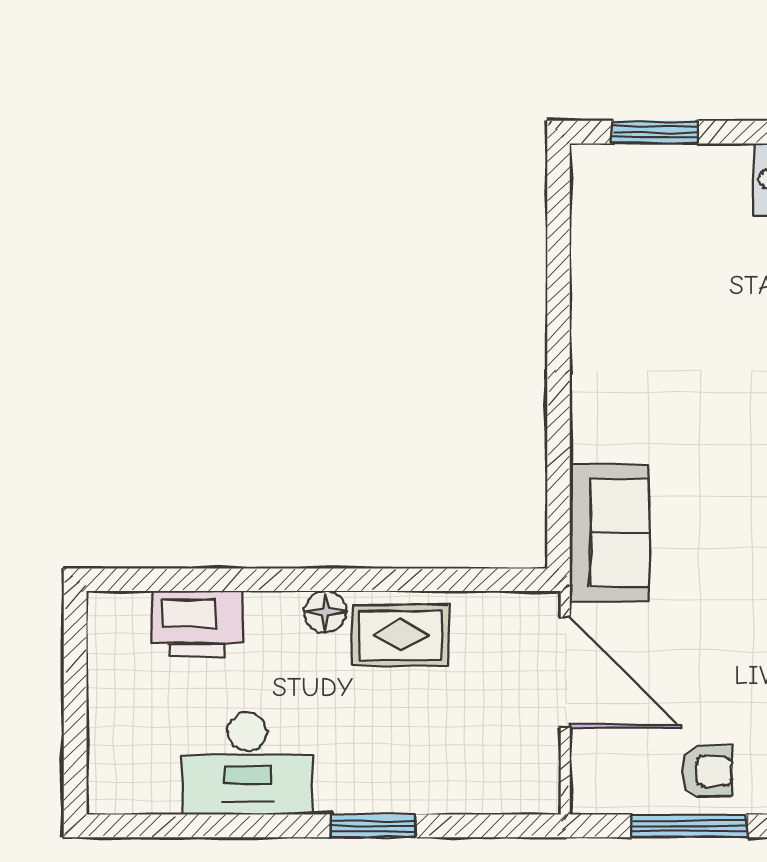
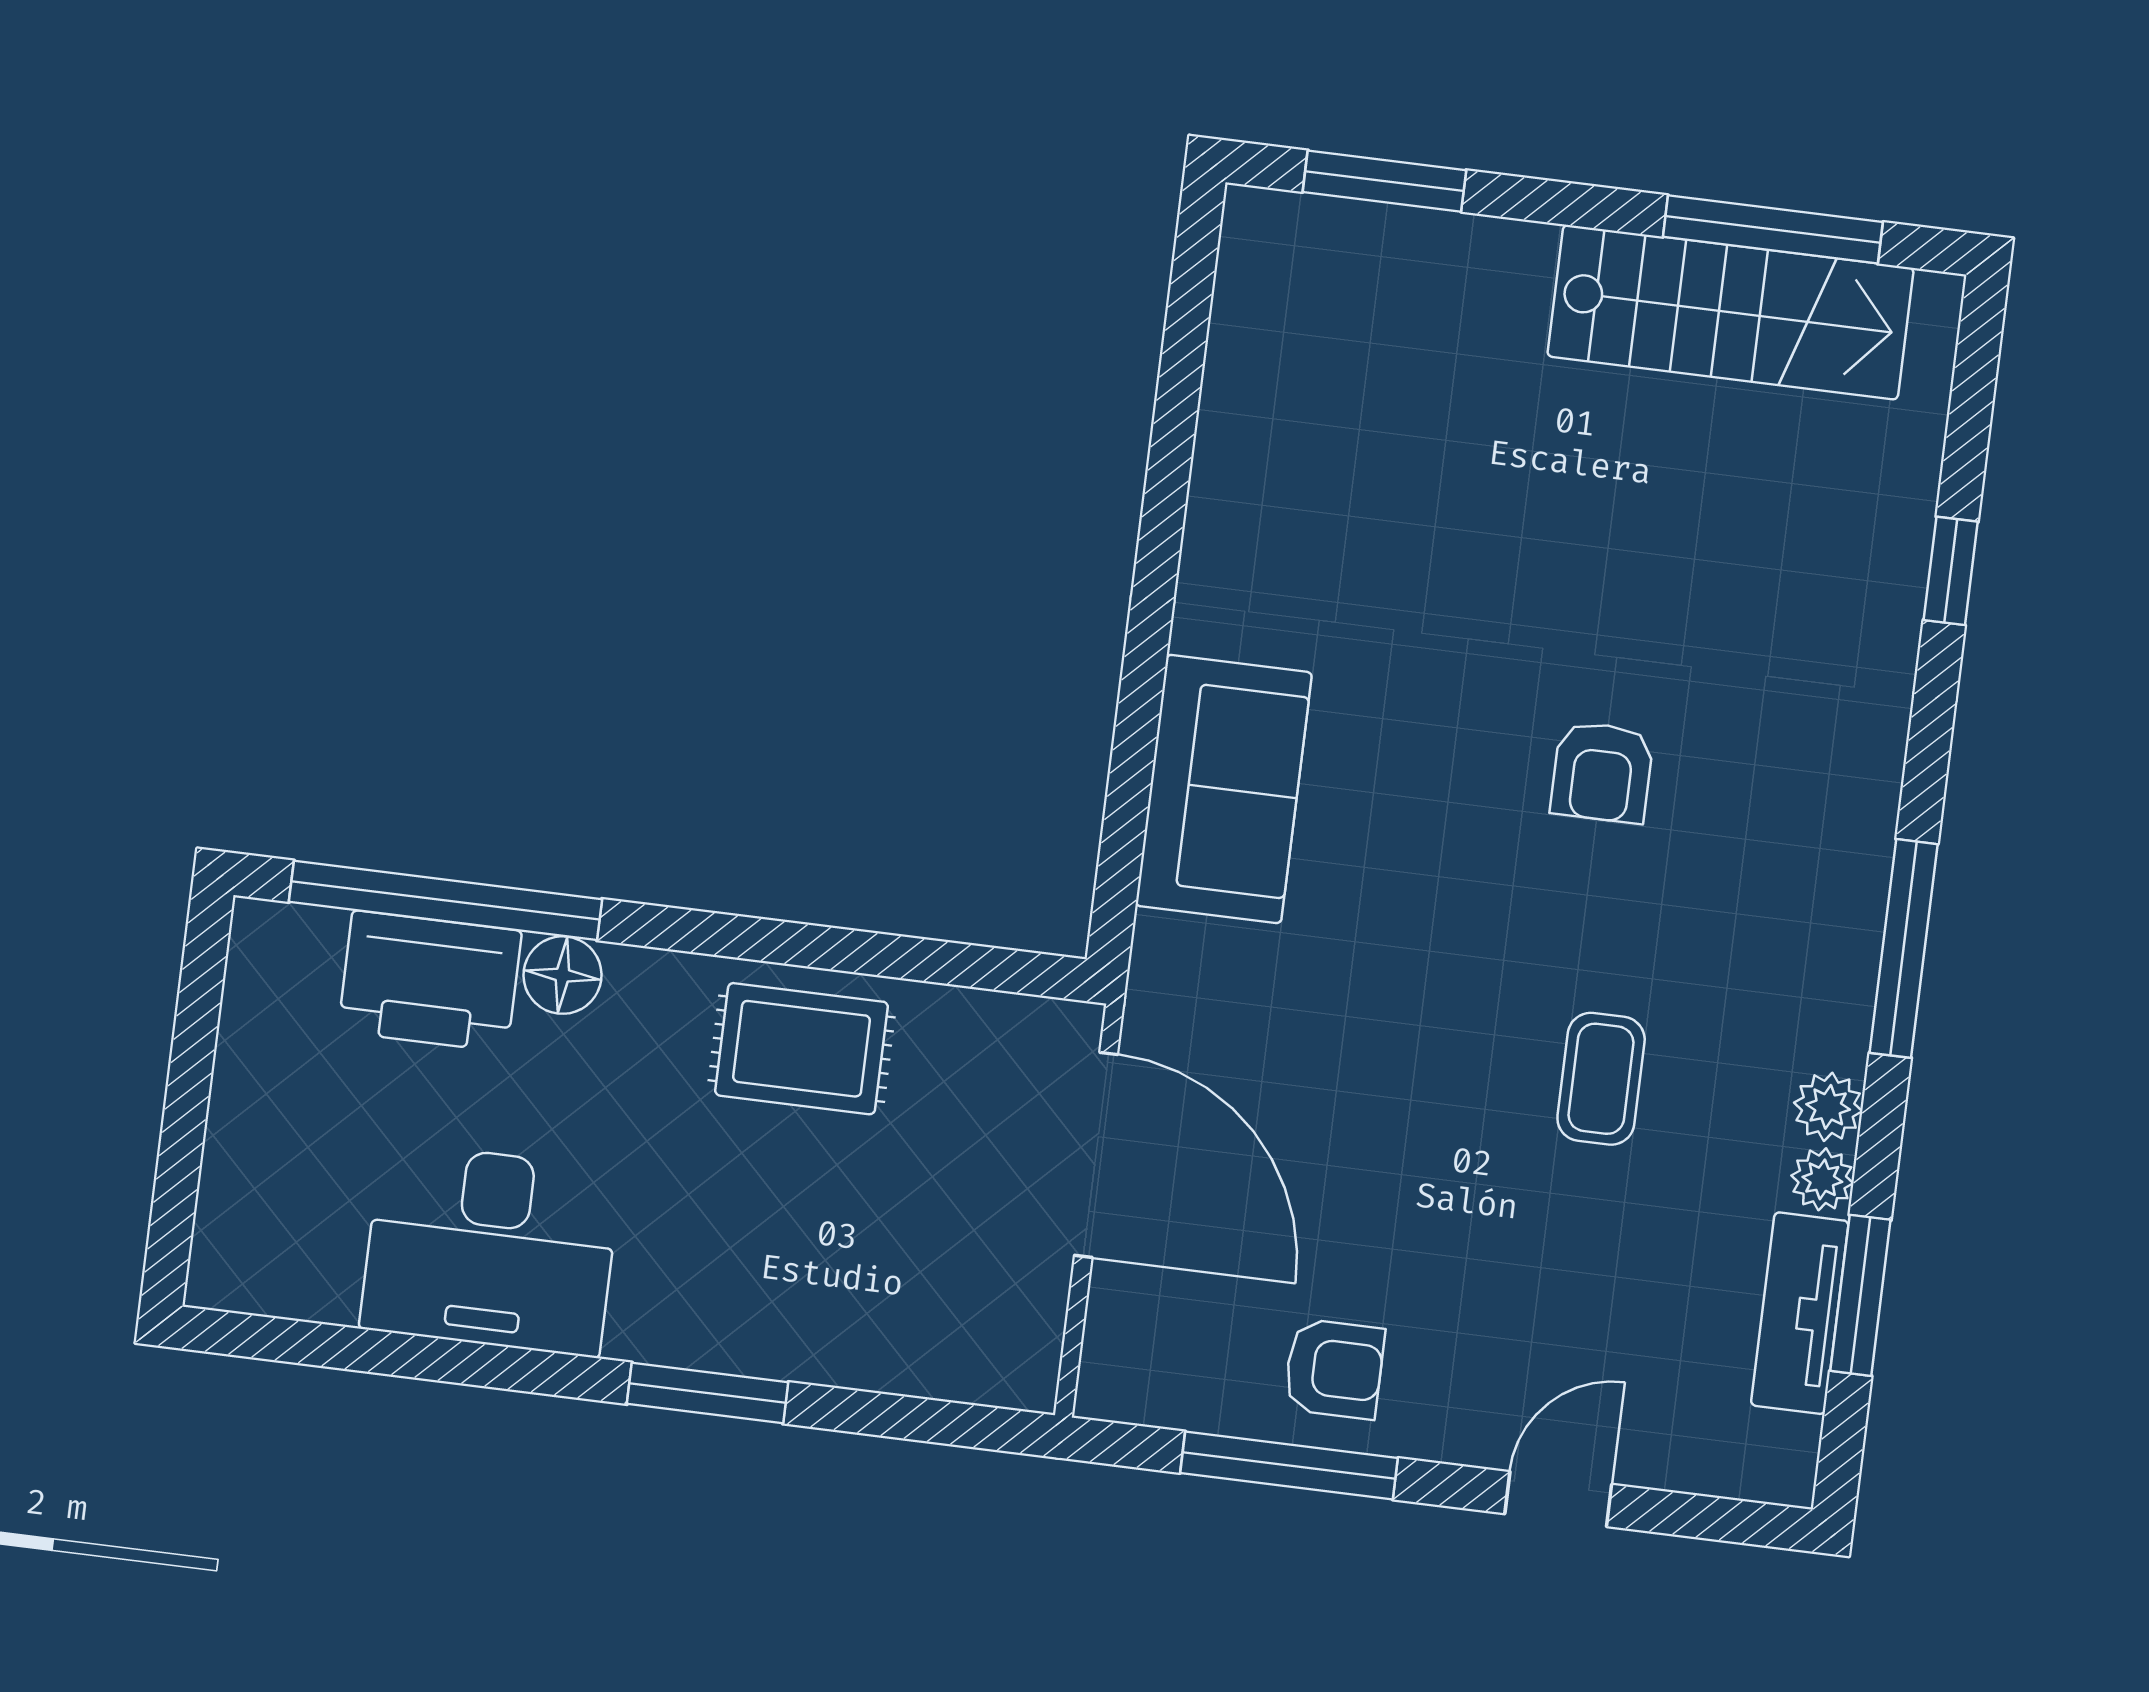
sofa: (609, 533) -> (1224, 789), moved
window: (200, 580) -> (446, 900), added
floor lamp: (325, 612) -> (562, 975), moved

